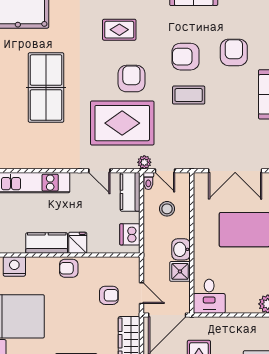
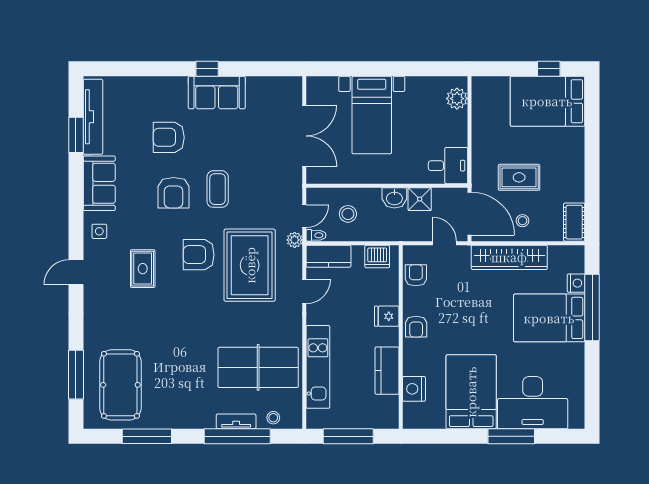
table tennis table: (46, 87) -> (258, 367), moved
kitchen counter: (47, 243) -> (387, 371), moved
door: (141, 293) -> (444, 243), hinge flipped
armchair: (109, 295) -> (416, 275), moved

